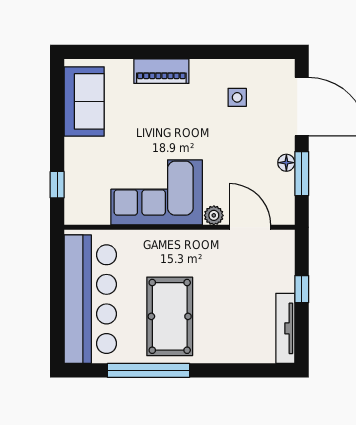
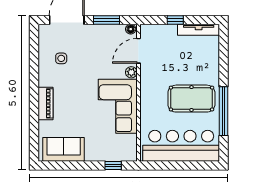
floor lamp: (286, 163) -> (131, 29), moved

